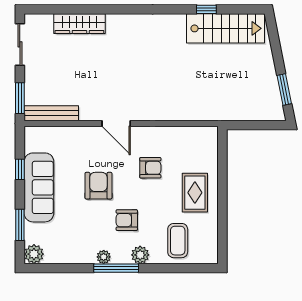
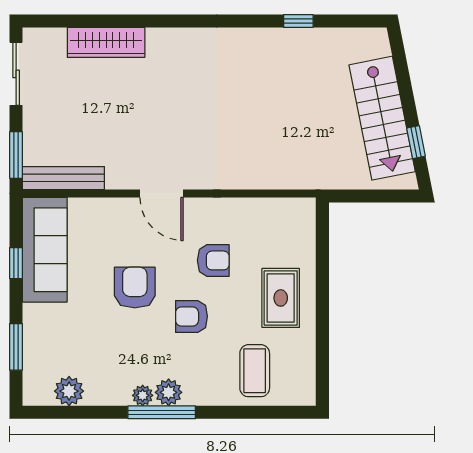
stairs: (226, 28) -> (382, 118), moved, turned 79
window: (284, 90) -> (416, 142), width x0.67
sofa: (39, 187) -> (45, 250), moved
armchair: (127, 220) -> (192, 316), moved
plant: (34, 254) -> (69, 391), moved
plant: (140, 255) -> (169, 392), moved

